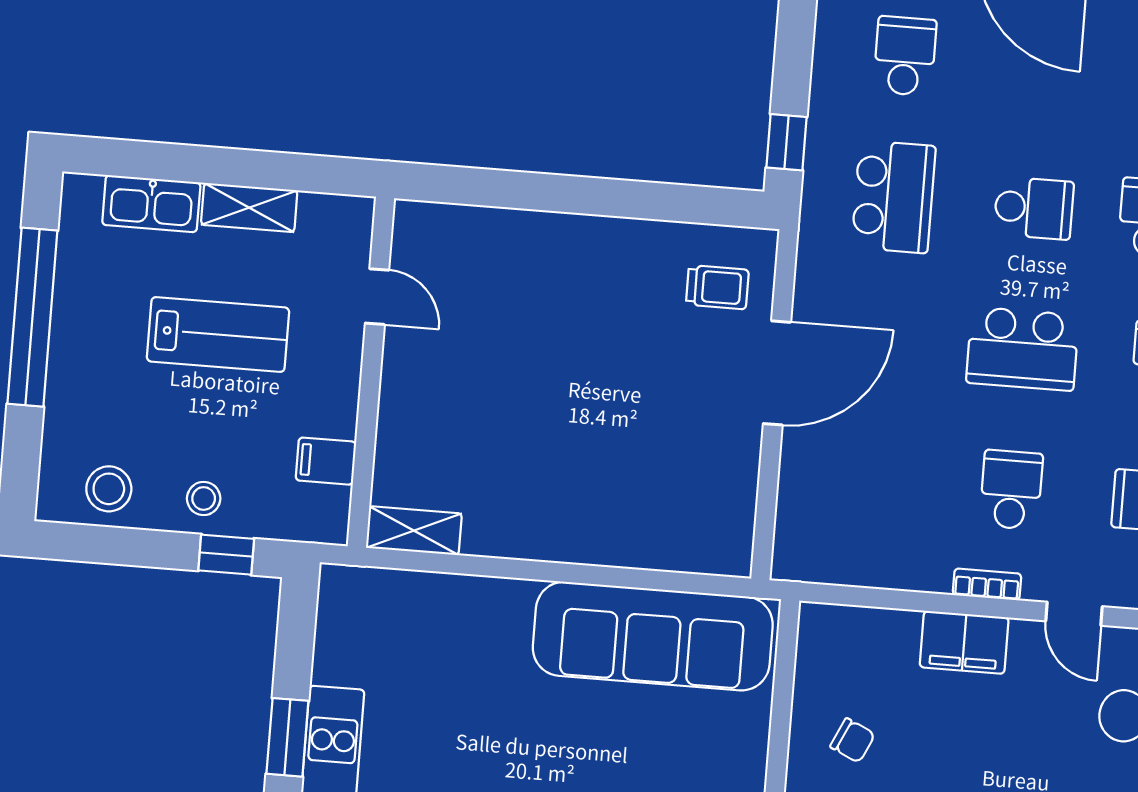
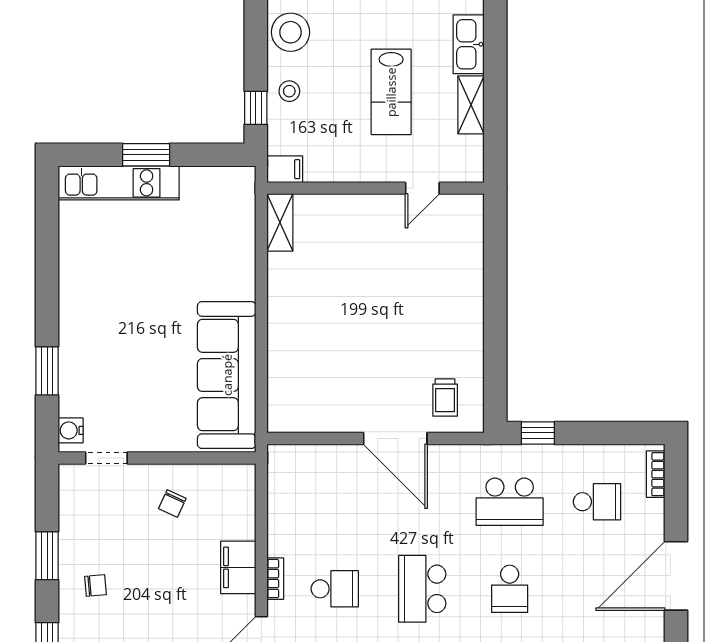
filing cabinet: (326, 461) -> (285, 169), moved, turned 90
stool: (109, 489) -> (291, 32), width x1.38, depth x1.38

